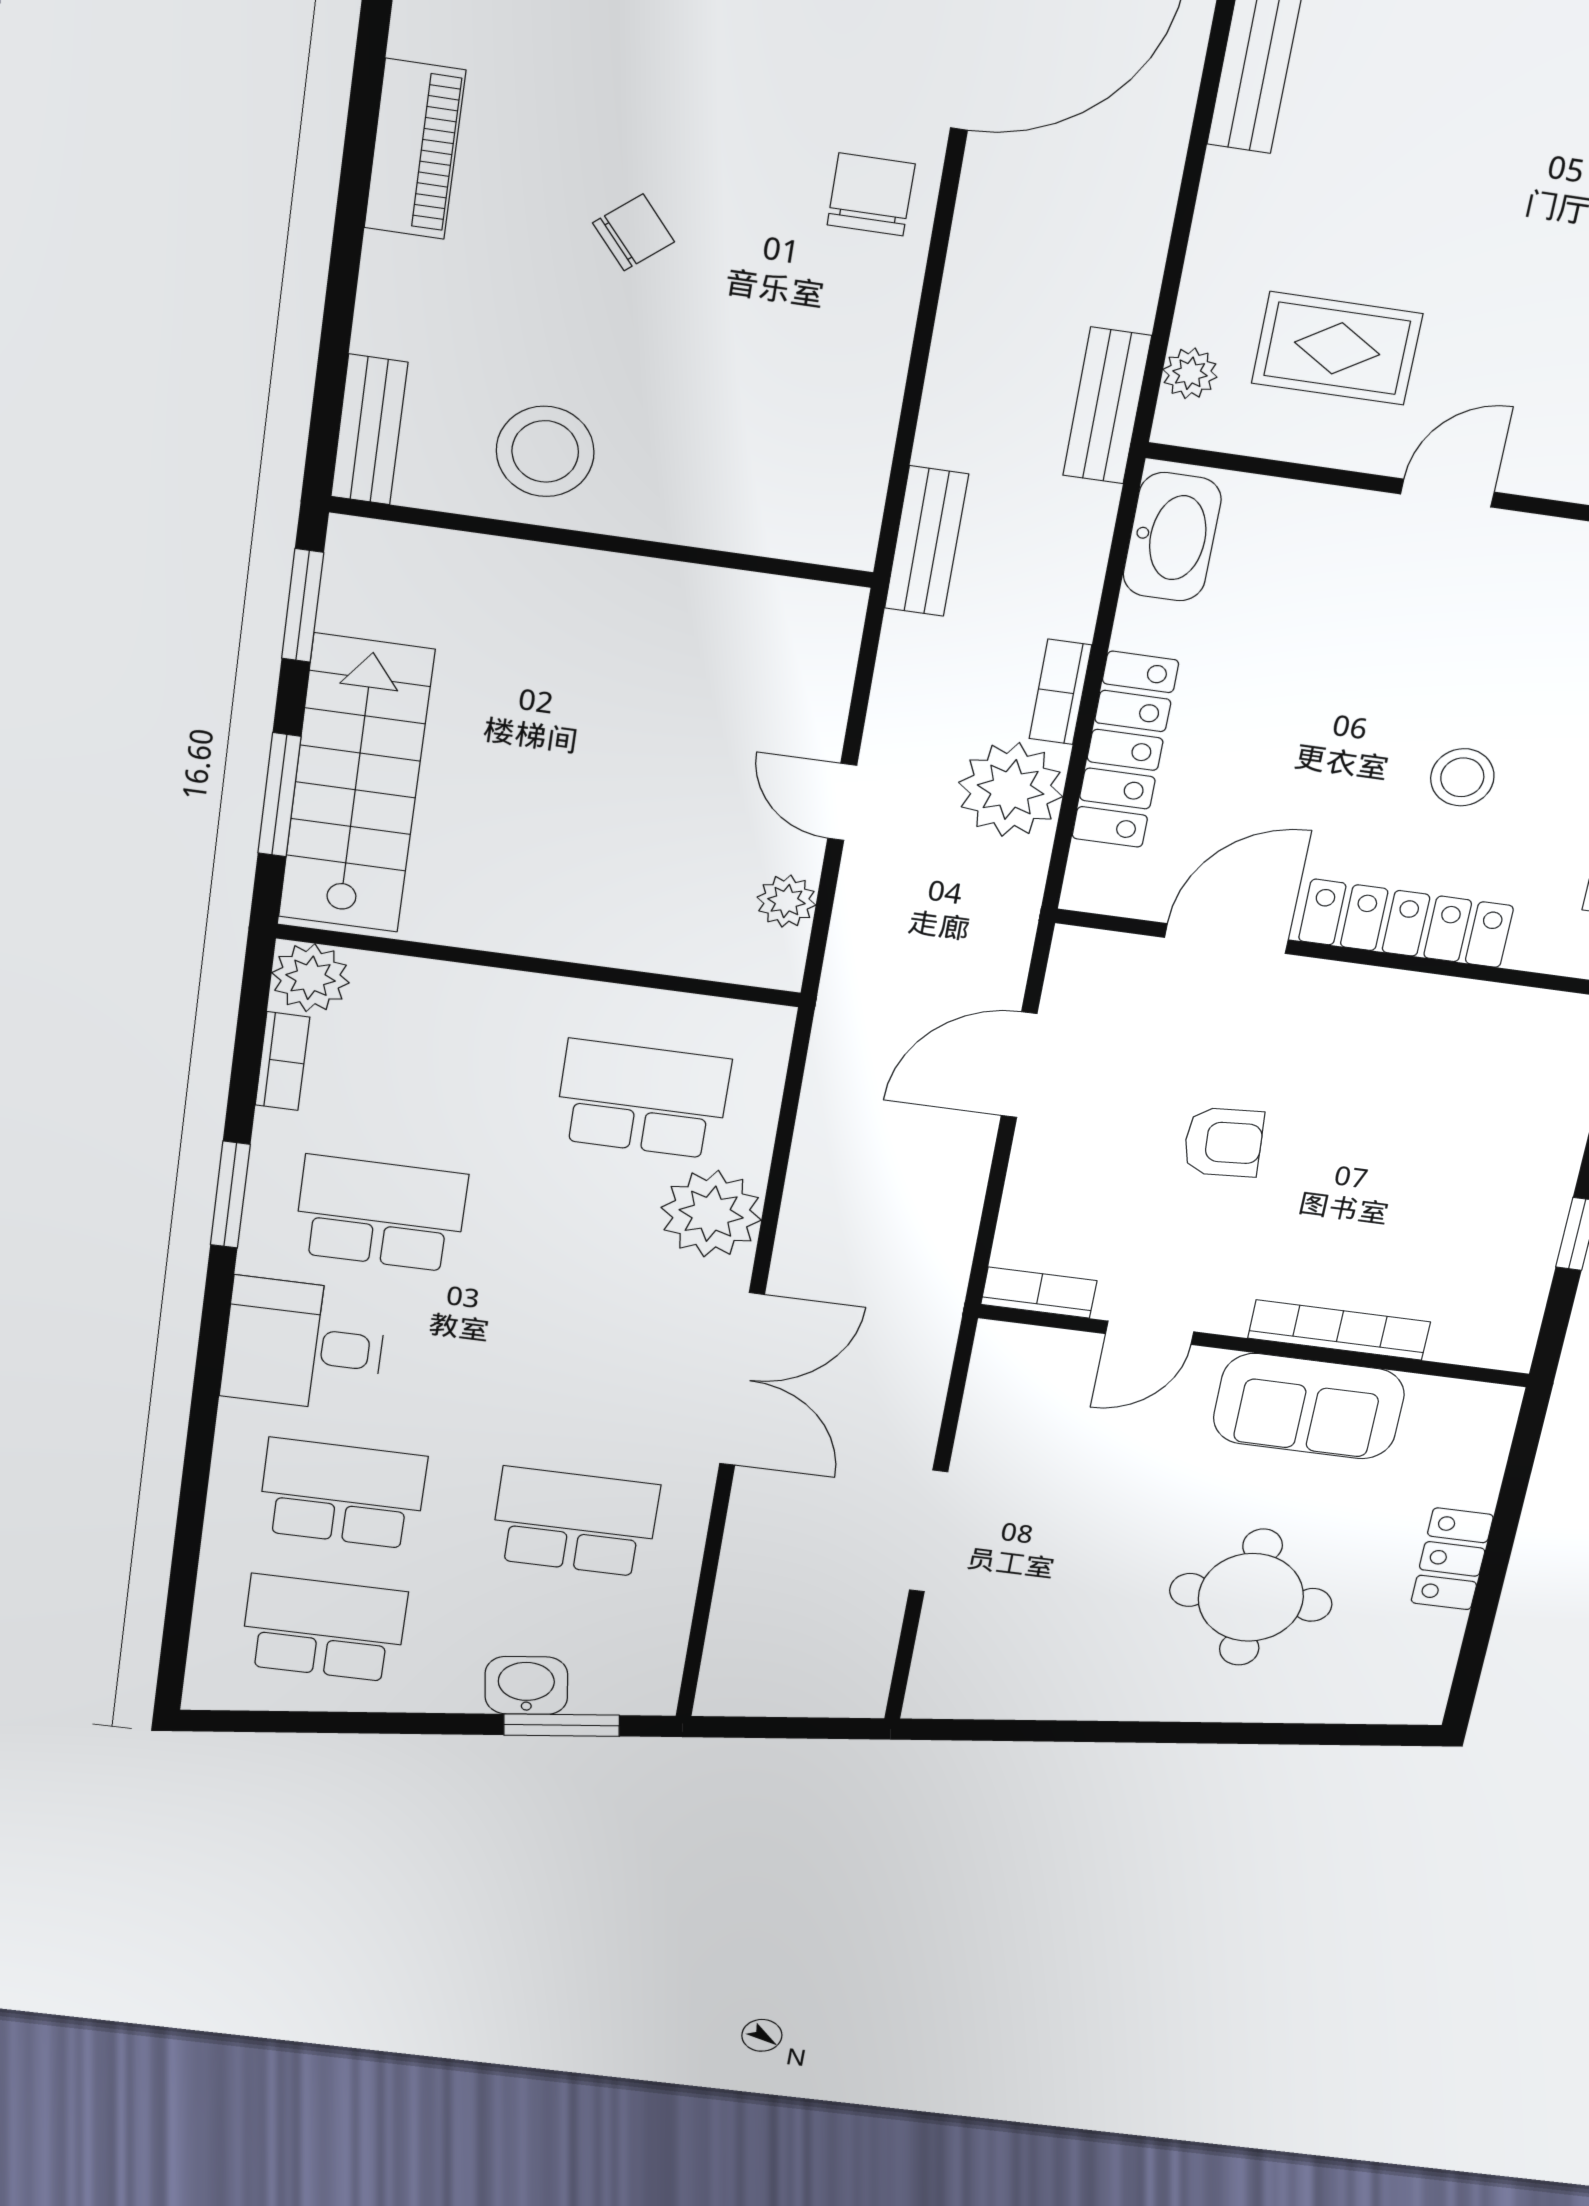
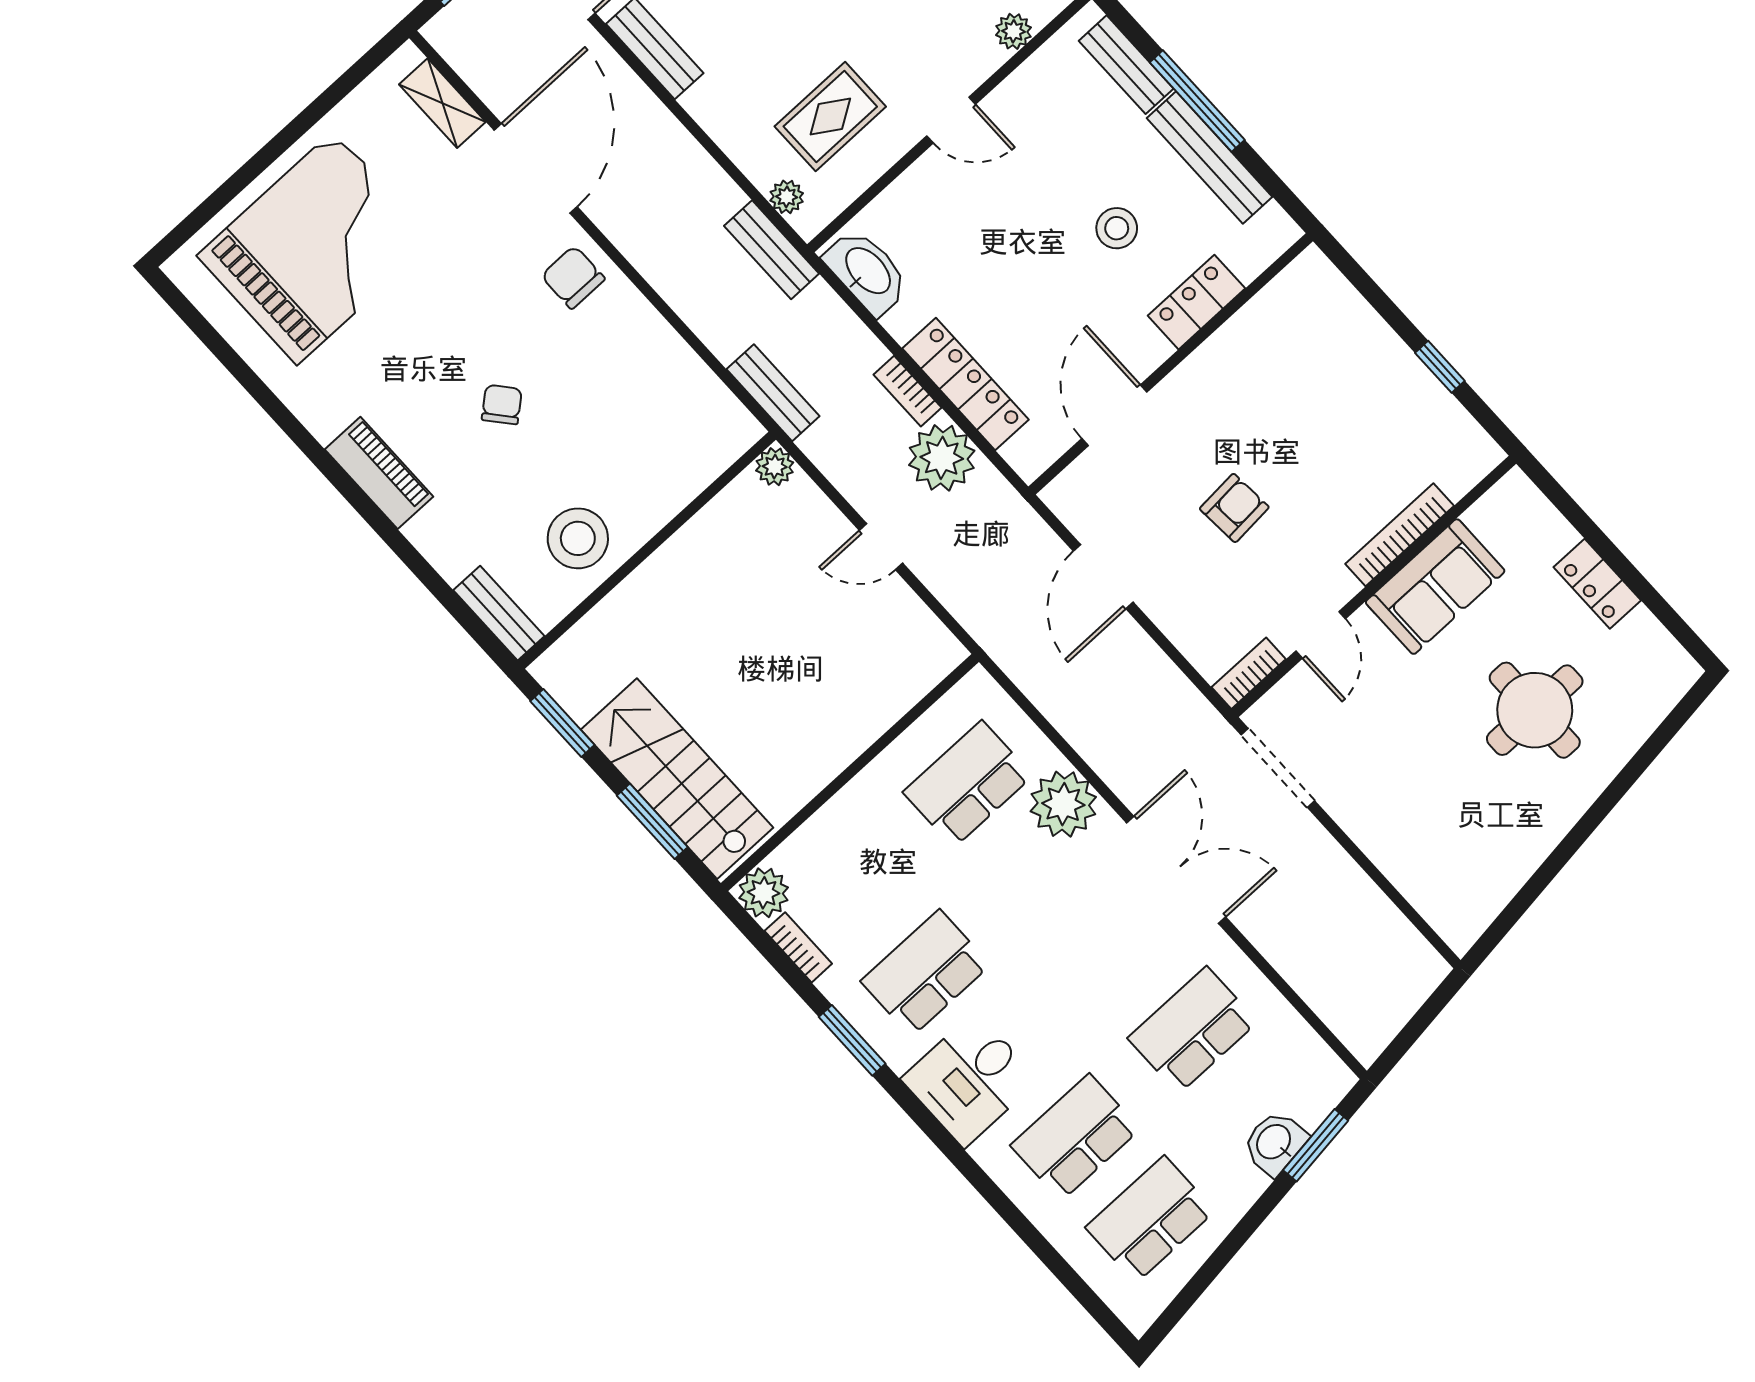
door: (1447, 493) -> (951, 120), swing flipped
plant: (786, 901) -> (775, 467), moved
locker: (1406, 923) -> (1196, 302), width x0.66
doorway: (929, 1531) -> (1278, 768), moved

